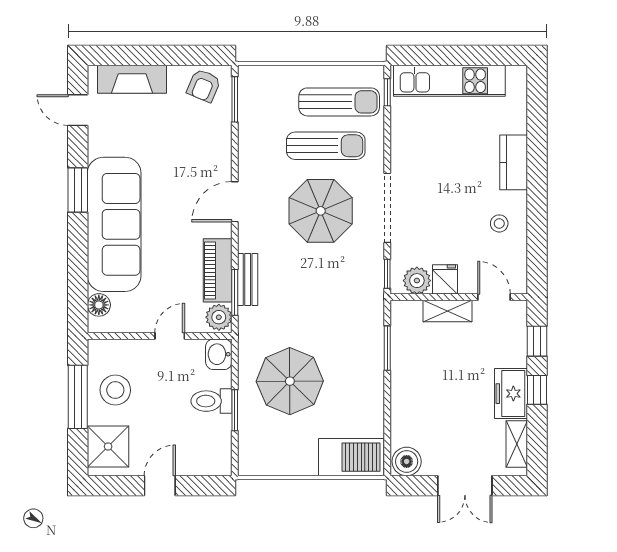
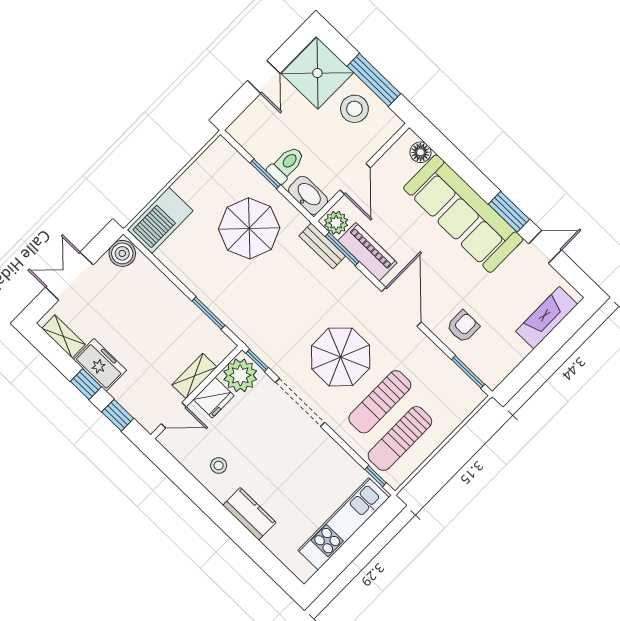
armchair: (204, 86) -> (463, 327), moved, turned 67
door: (78, 110) -> (545, 247), moved
door: (235, 202) -> (401, 307), width x1.36
bench: (248, 279) -> (322, 246), moved
fridge: (445, 279) -> (214, 398), width x1.38
plant: (417, 281) -> (240, 375), width x1.36, depth x1.36
door: (170, 336) -> (355, 179), width x1.38
washbasin: (219, 354) -> (308, 195), width x1.38
shower: (108, 446) -> (317, 73), width x1.37, depth x1.37

